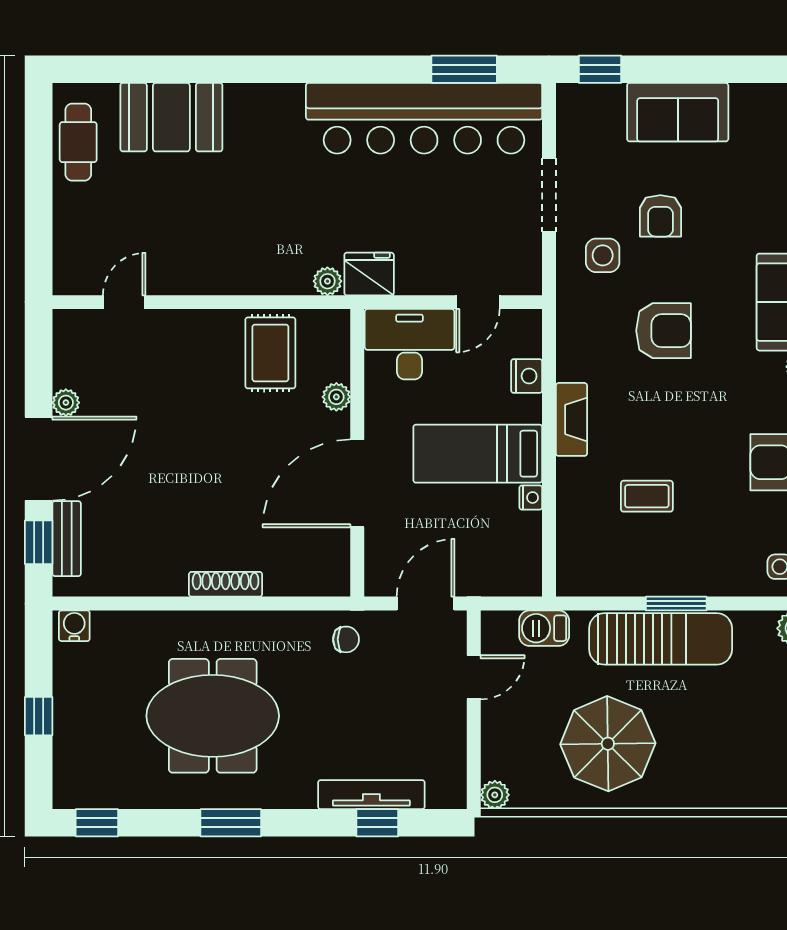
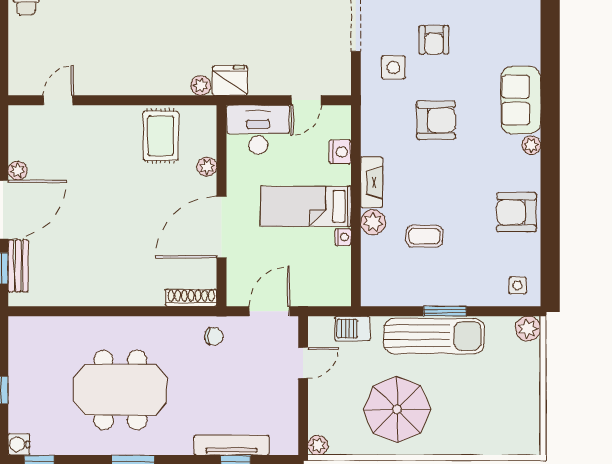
plant: (574, 476) -> (373, 222), added
shoe rack: (226, 584) -> (191, 298), moved
water cooler: (74, 626) -> (19, 444), moved, turned -90

